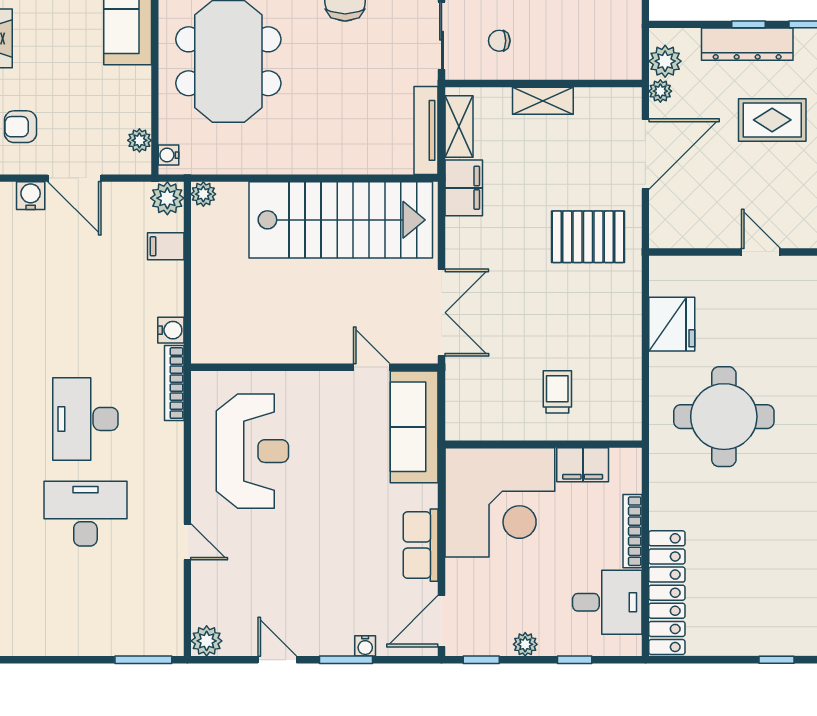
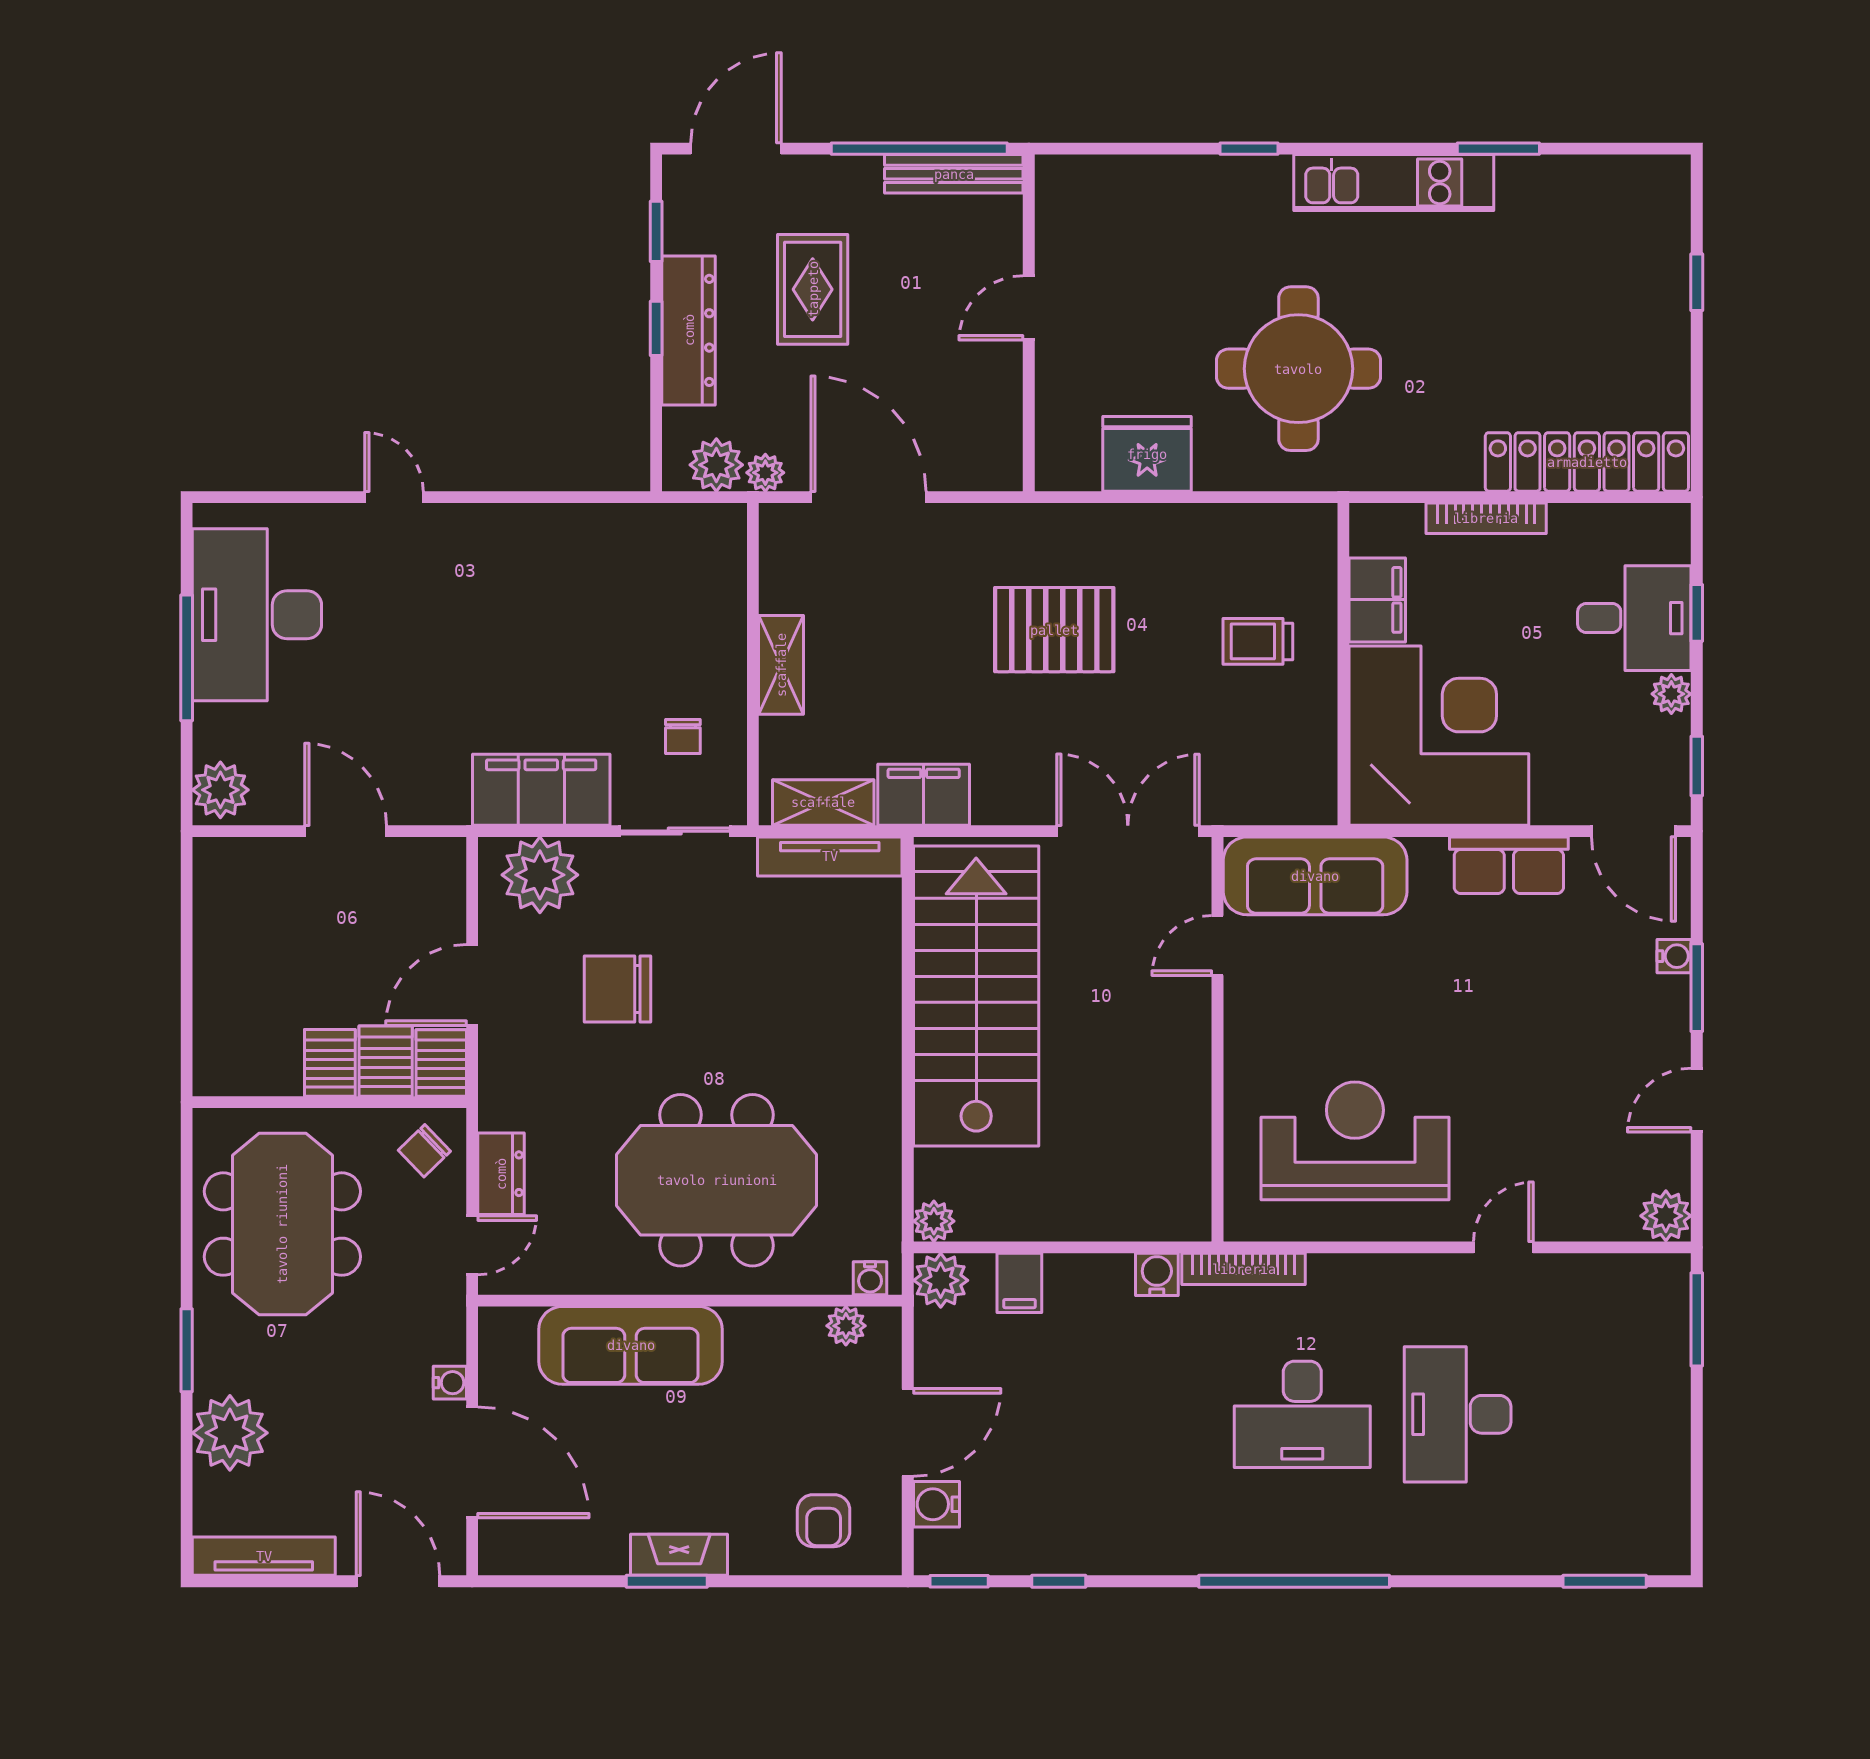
pallet: (588, 237) -> (1054, 630), moved, turned 90
desk: (607, 602) -> (1634, 618), moved, turned 90

